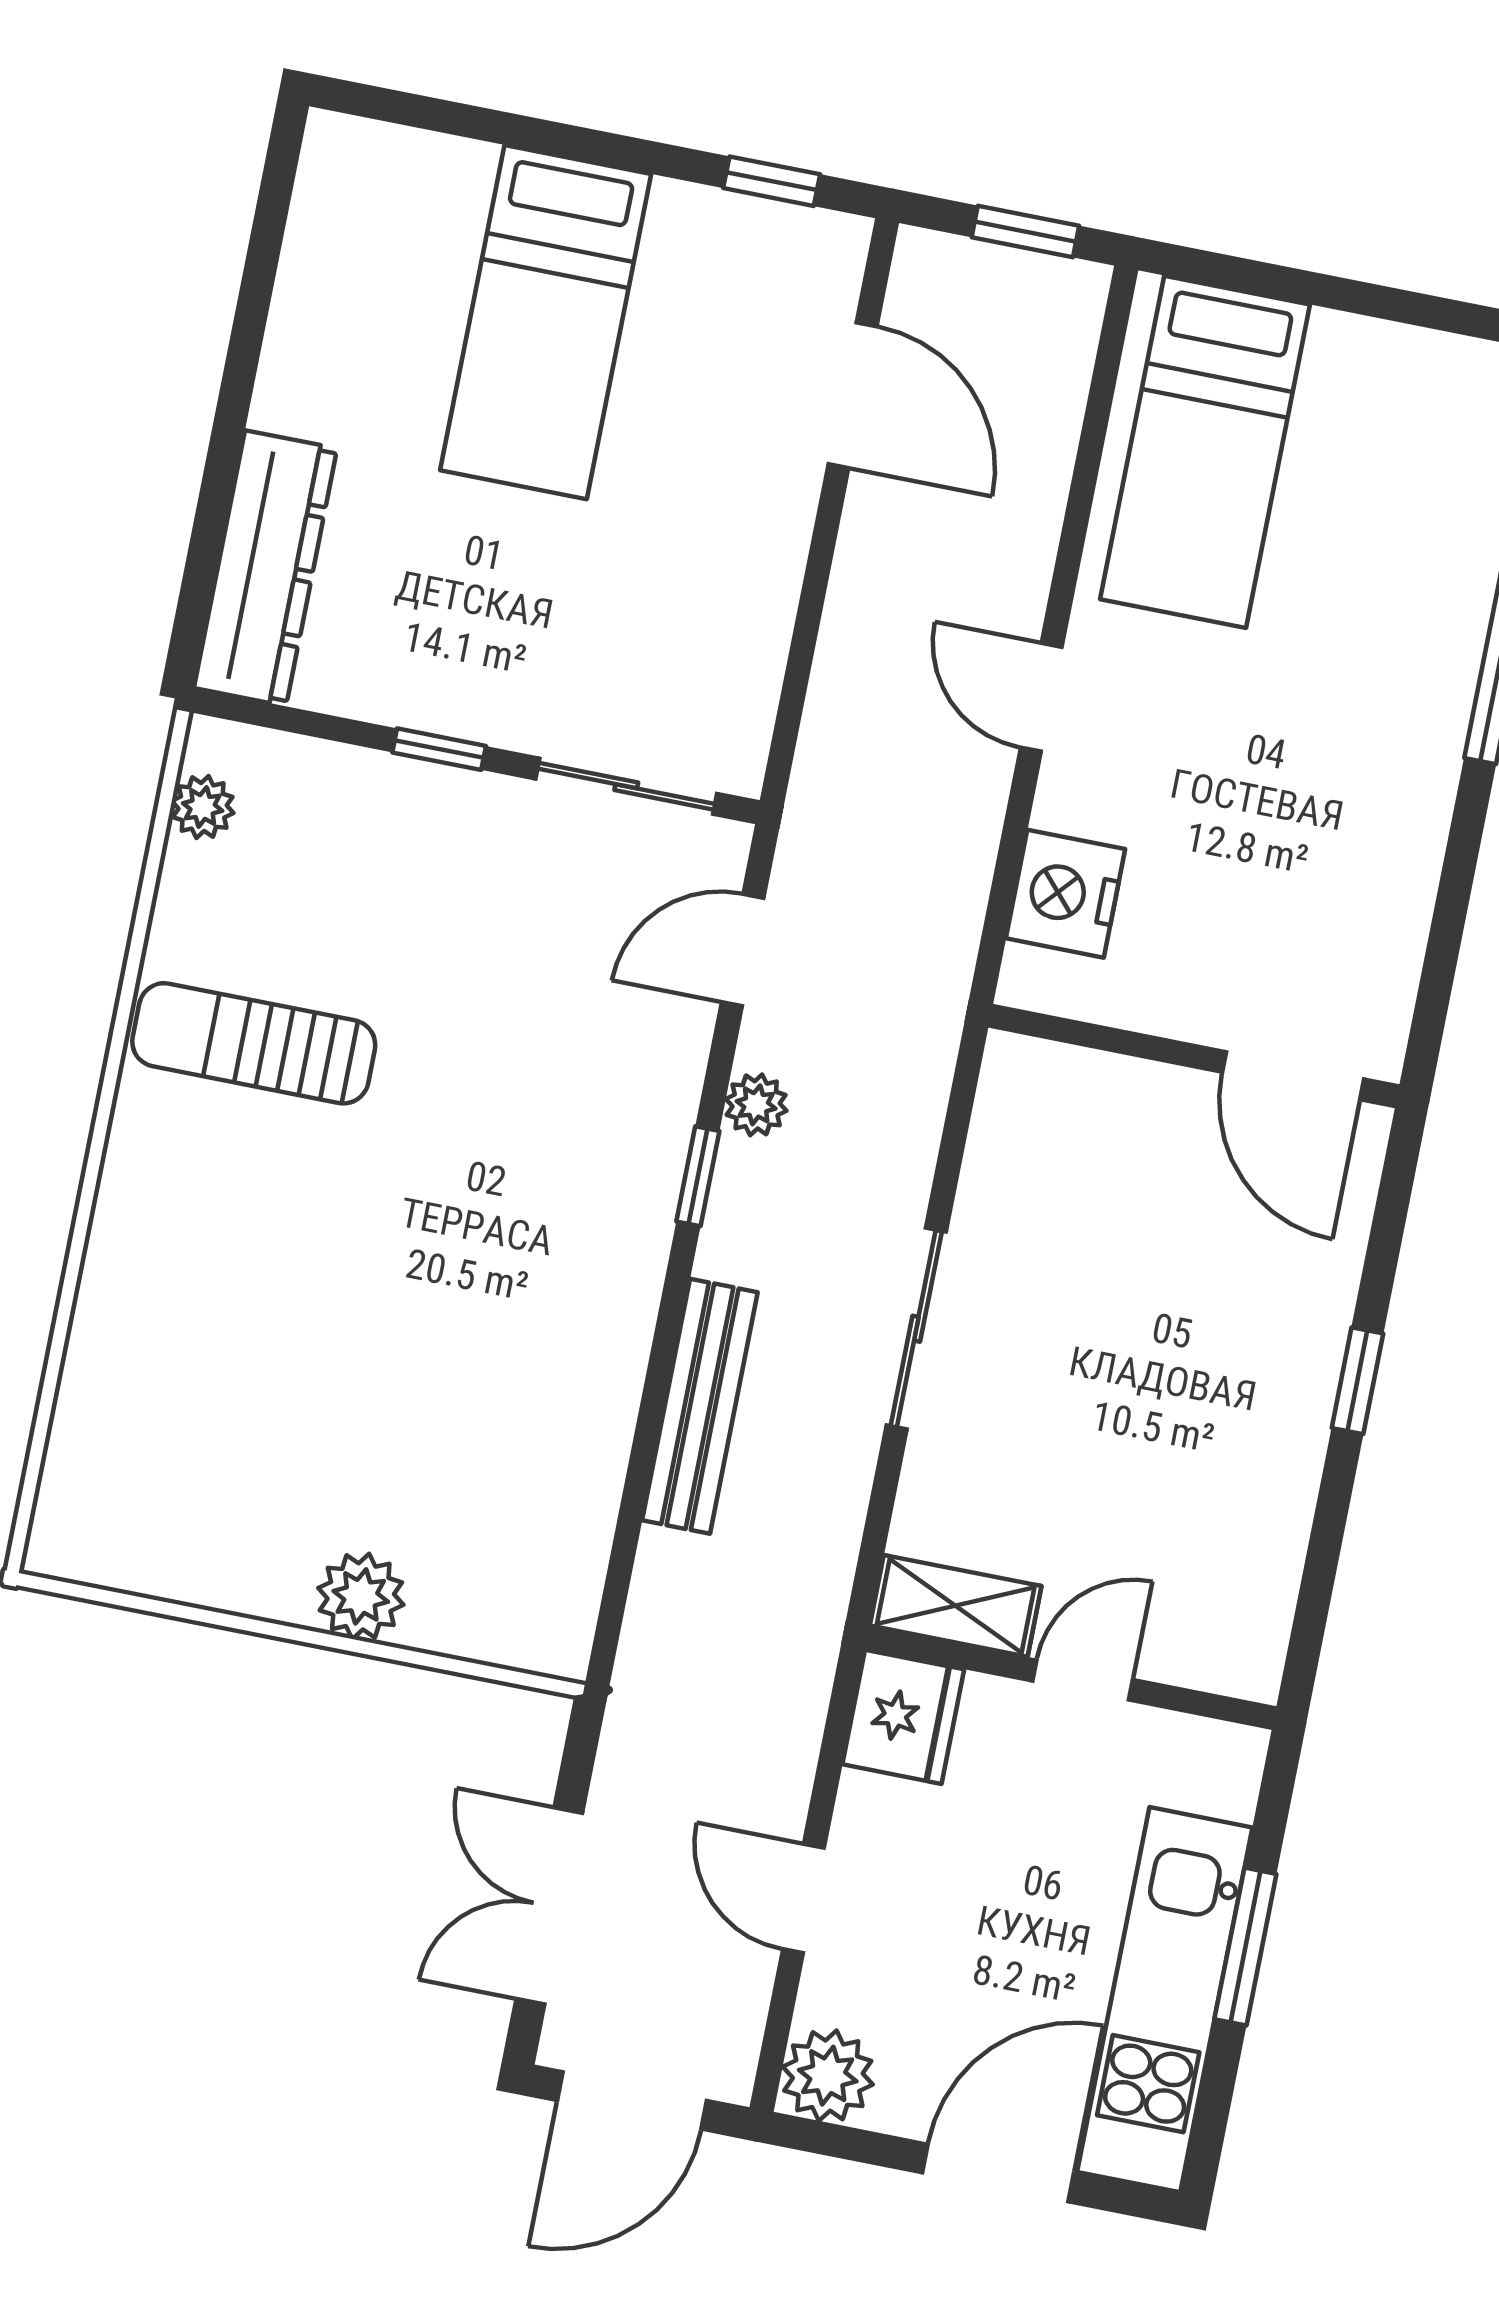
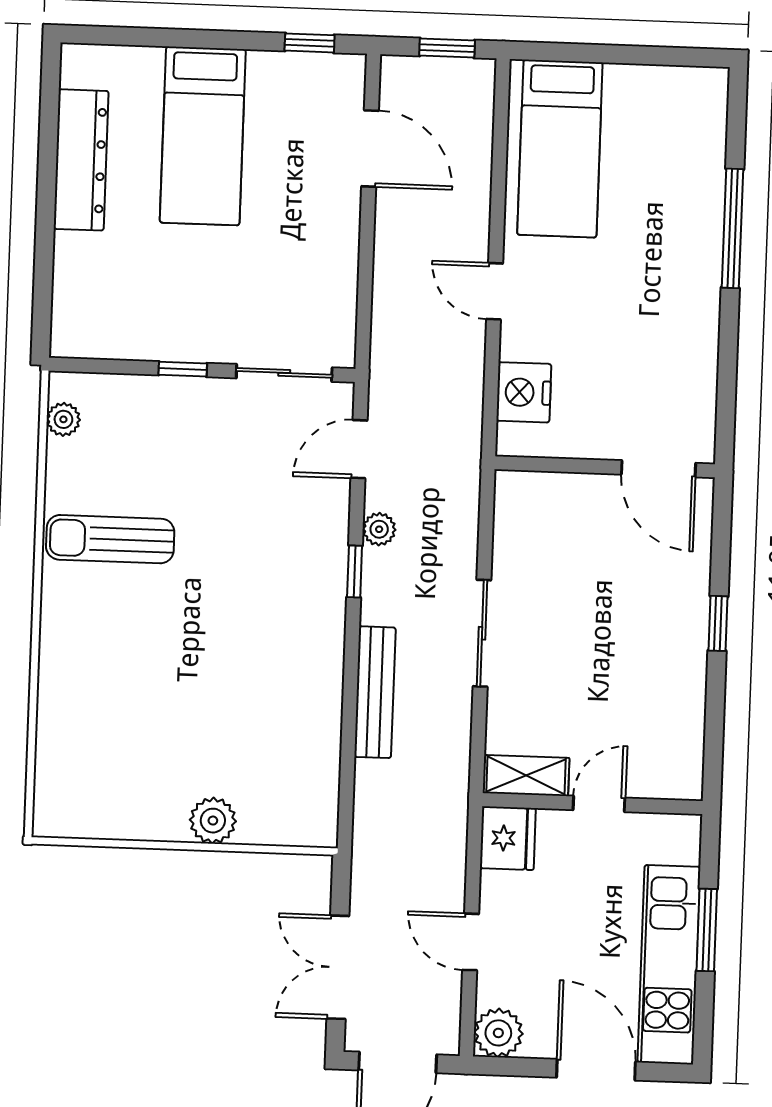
dresser: (265, 568) -> (81, 160), moved
door: (998, 2173) -> (596, 1070), hinge flipped

